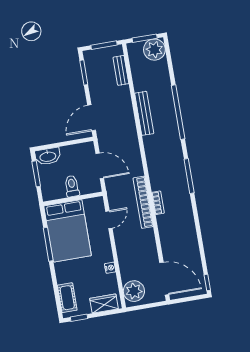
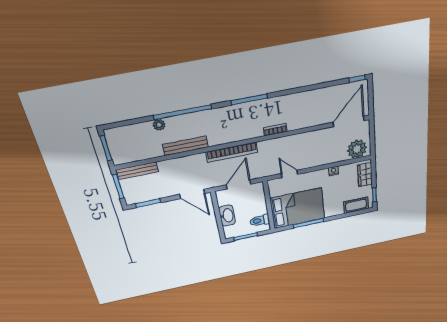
plant: (154, 50) -> (159, 125), moved, width x0.53, depth x0.53
bench: (121, 70) -> (137, 171), width x1.36
washbasin: (48, 156) -> (227, 216), moved
toilet: (72, 186) -> (260, 220), moved
bookcase: (143, 202) -> (232, 152), moved

